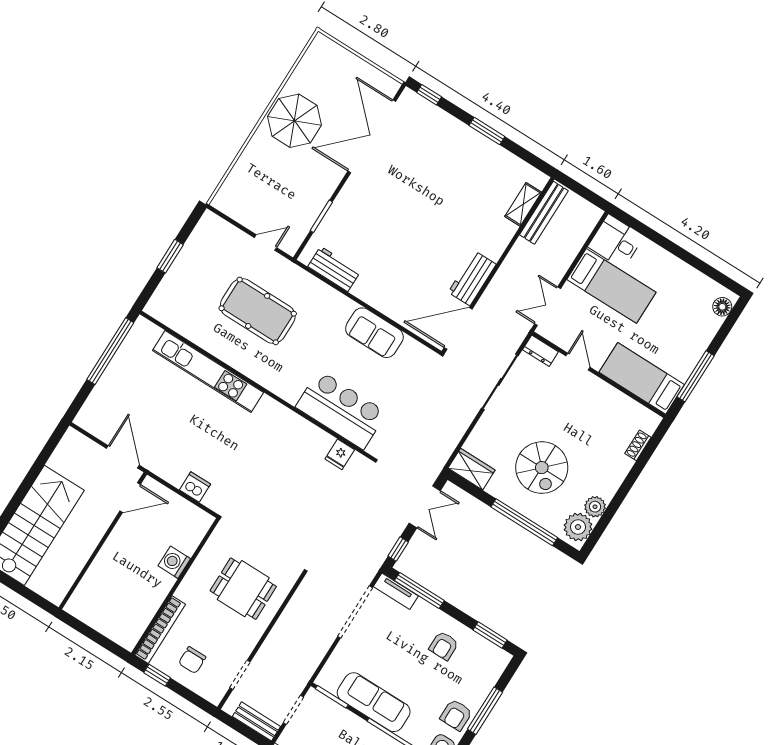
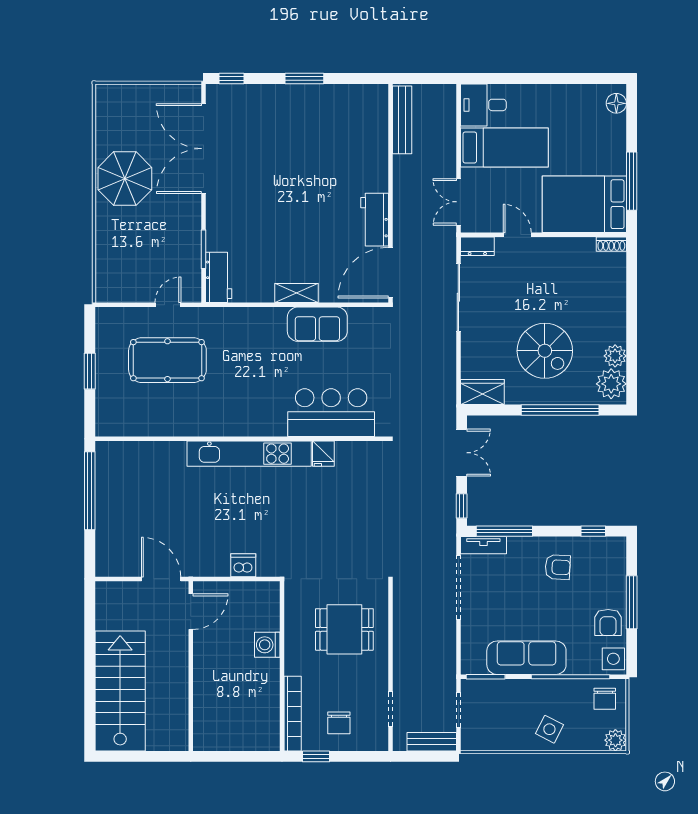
shelving: (523, 204) -> (296, 293), moved, turned 90
workbench: (334, 269) -> (219, 277), moved, turned 90
pool table: (258, 311) -> (167, 360), moved
kitchen unit: (208, 371) -> (249, 454), moved
bed: (642, 378) -> (584, 204), width x1.50
shoe rack: (638, 445) -> (611, 244), moved, turned -90
fridge: (340, 454) -> (323, 454), moved
window: (490, 635) -> (593, 531), width x0.67
armchair: (444, 646) -> (558, 567), turned -87

